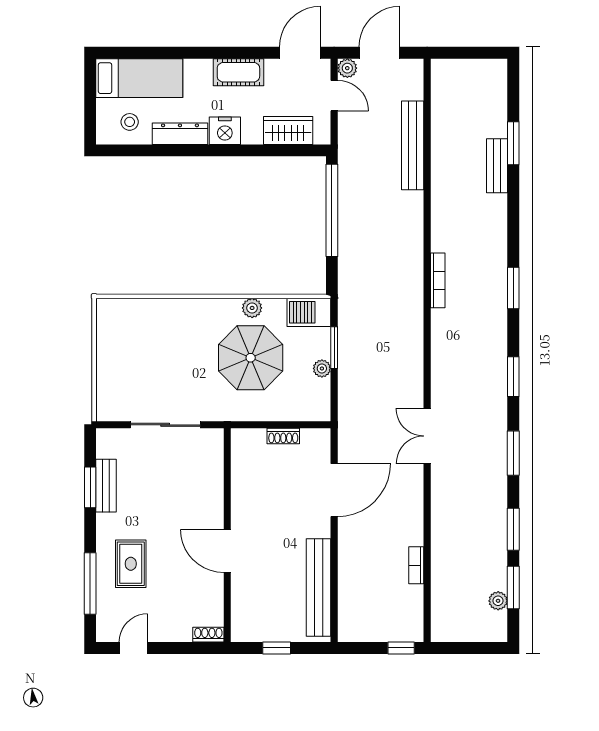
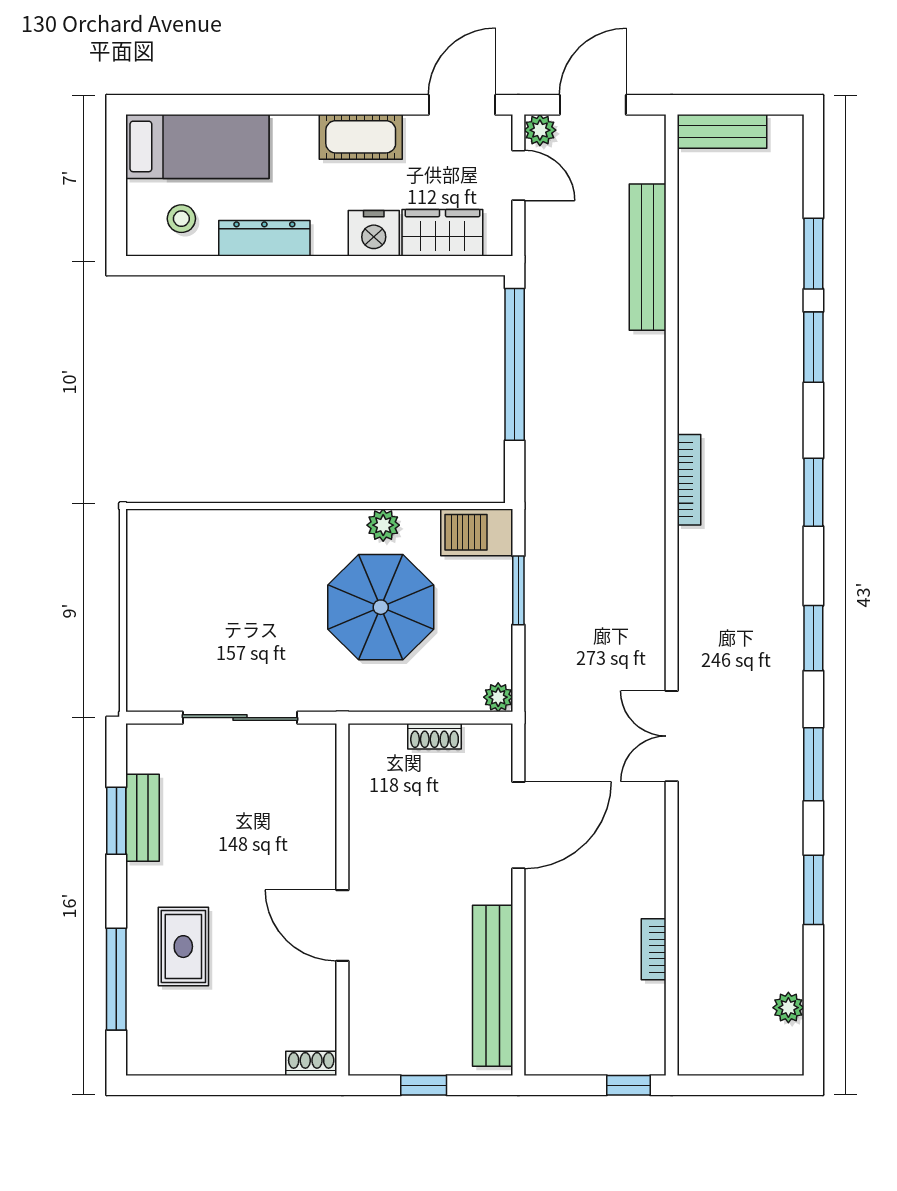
nightstand: (225, 131) -> (374, 233), moved
bench: (497, 166) -> (722, 131), moved, turned 90
plant: (322, 368) -> (498, 697), moved
window: (513, 588) -> (813, 347), moved
door: (133, 648) -> (188, 1085), removed

